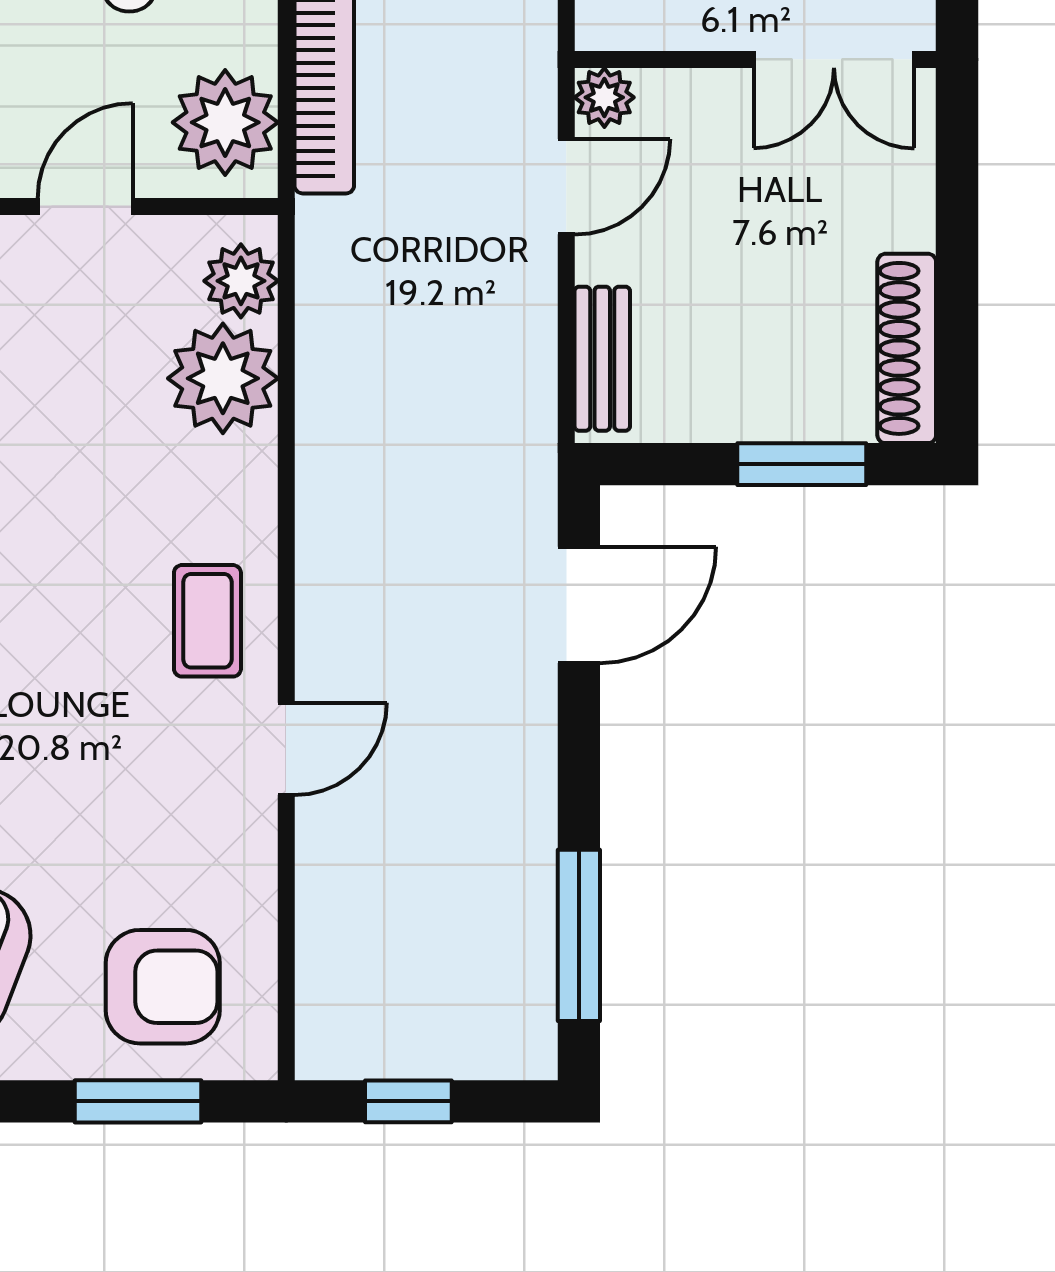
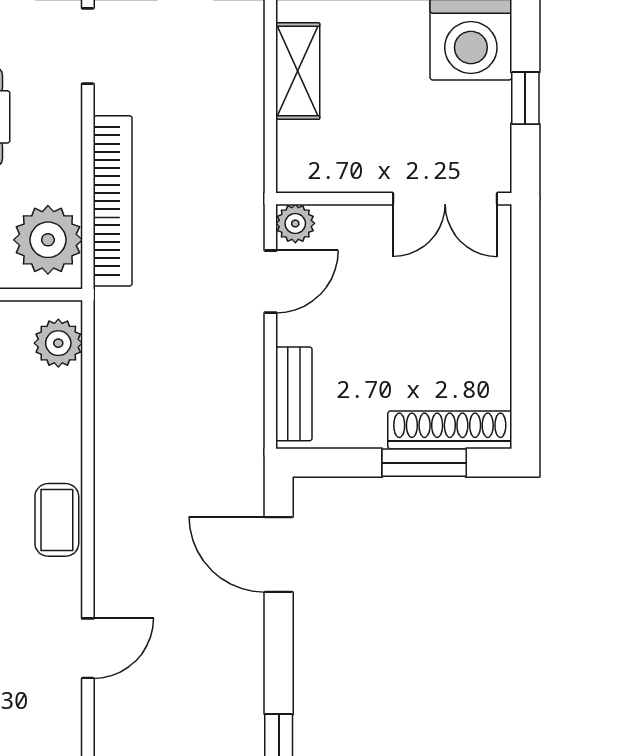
shoe rack: (907, 348) -> (450, 430), moved, turned 90
plant: (223, 378) -> (46, 407), removed
door: (579, 605) -> (279, 554), swing flipped
coffee table: (207, 621) -> (57, 520), moved

